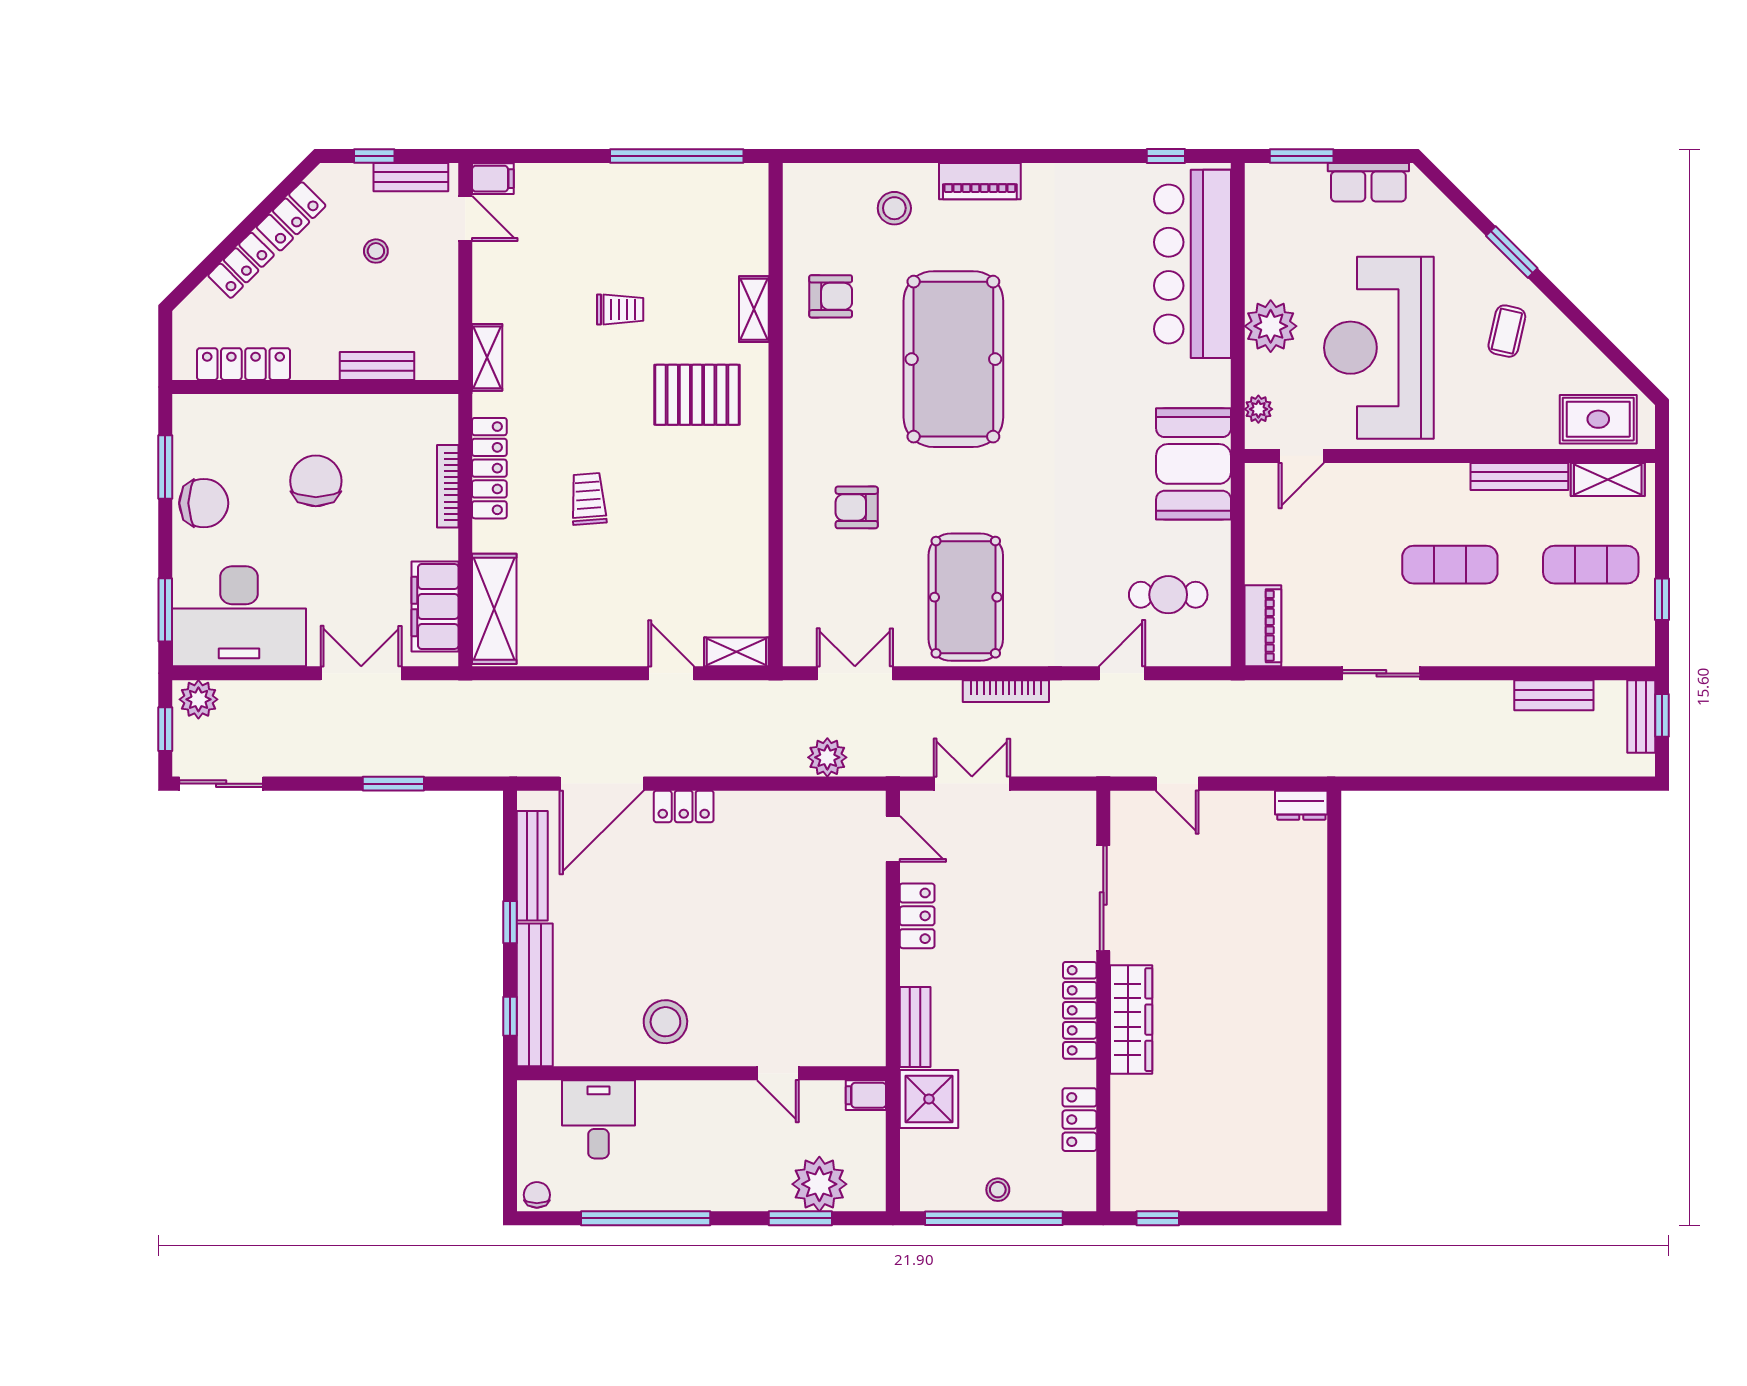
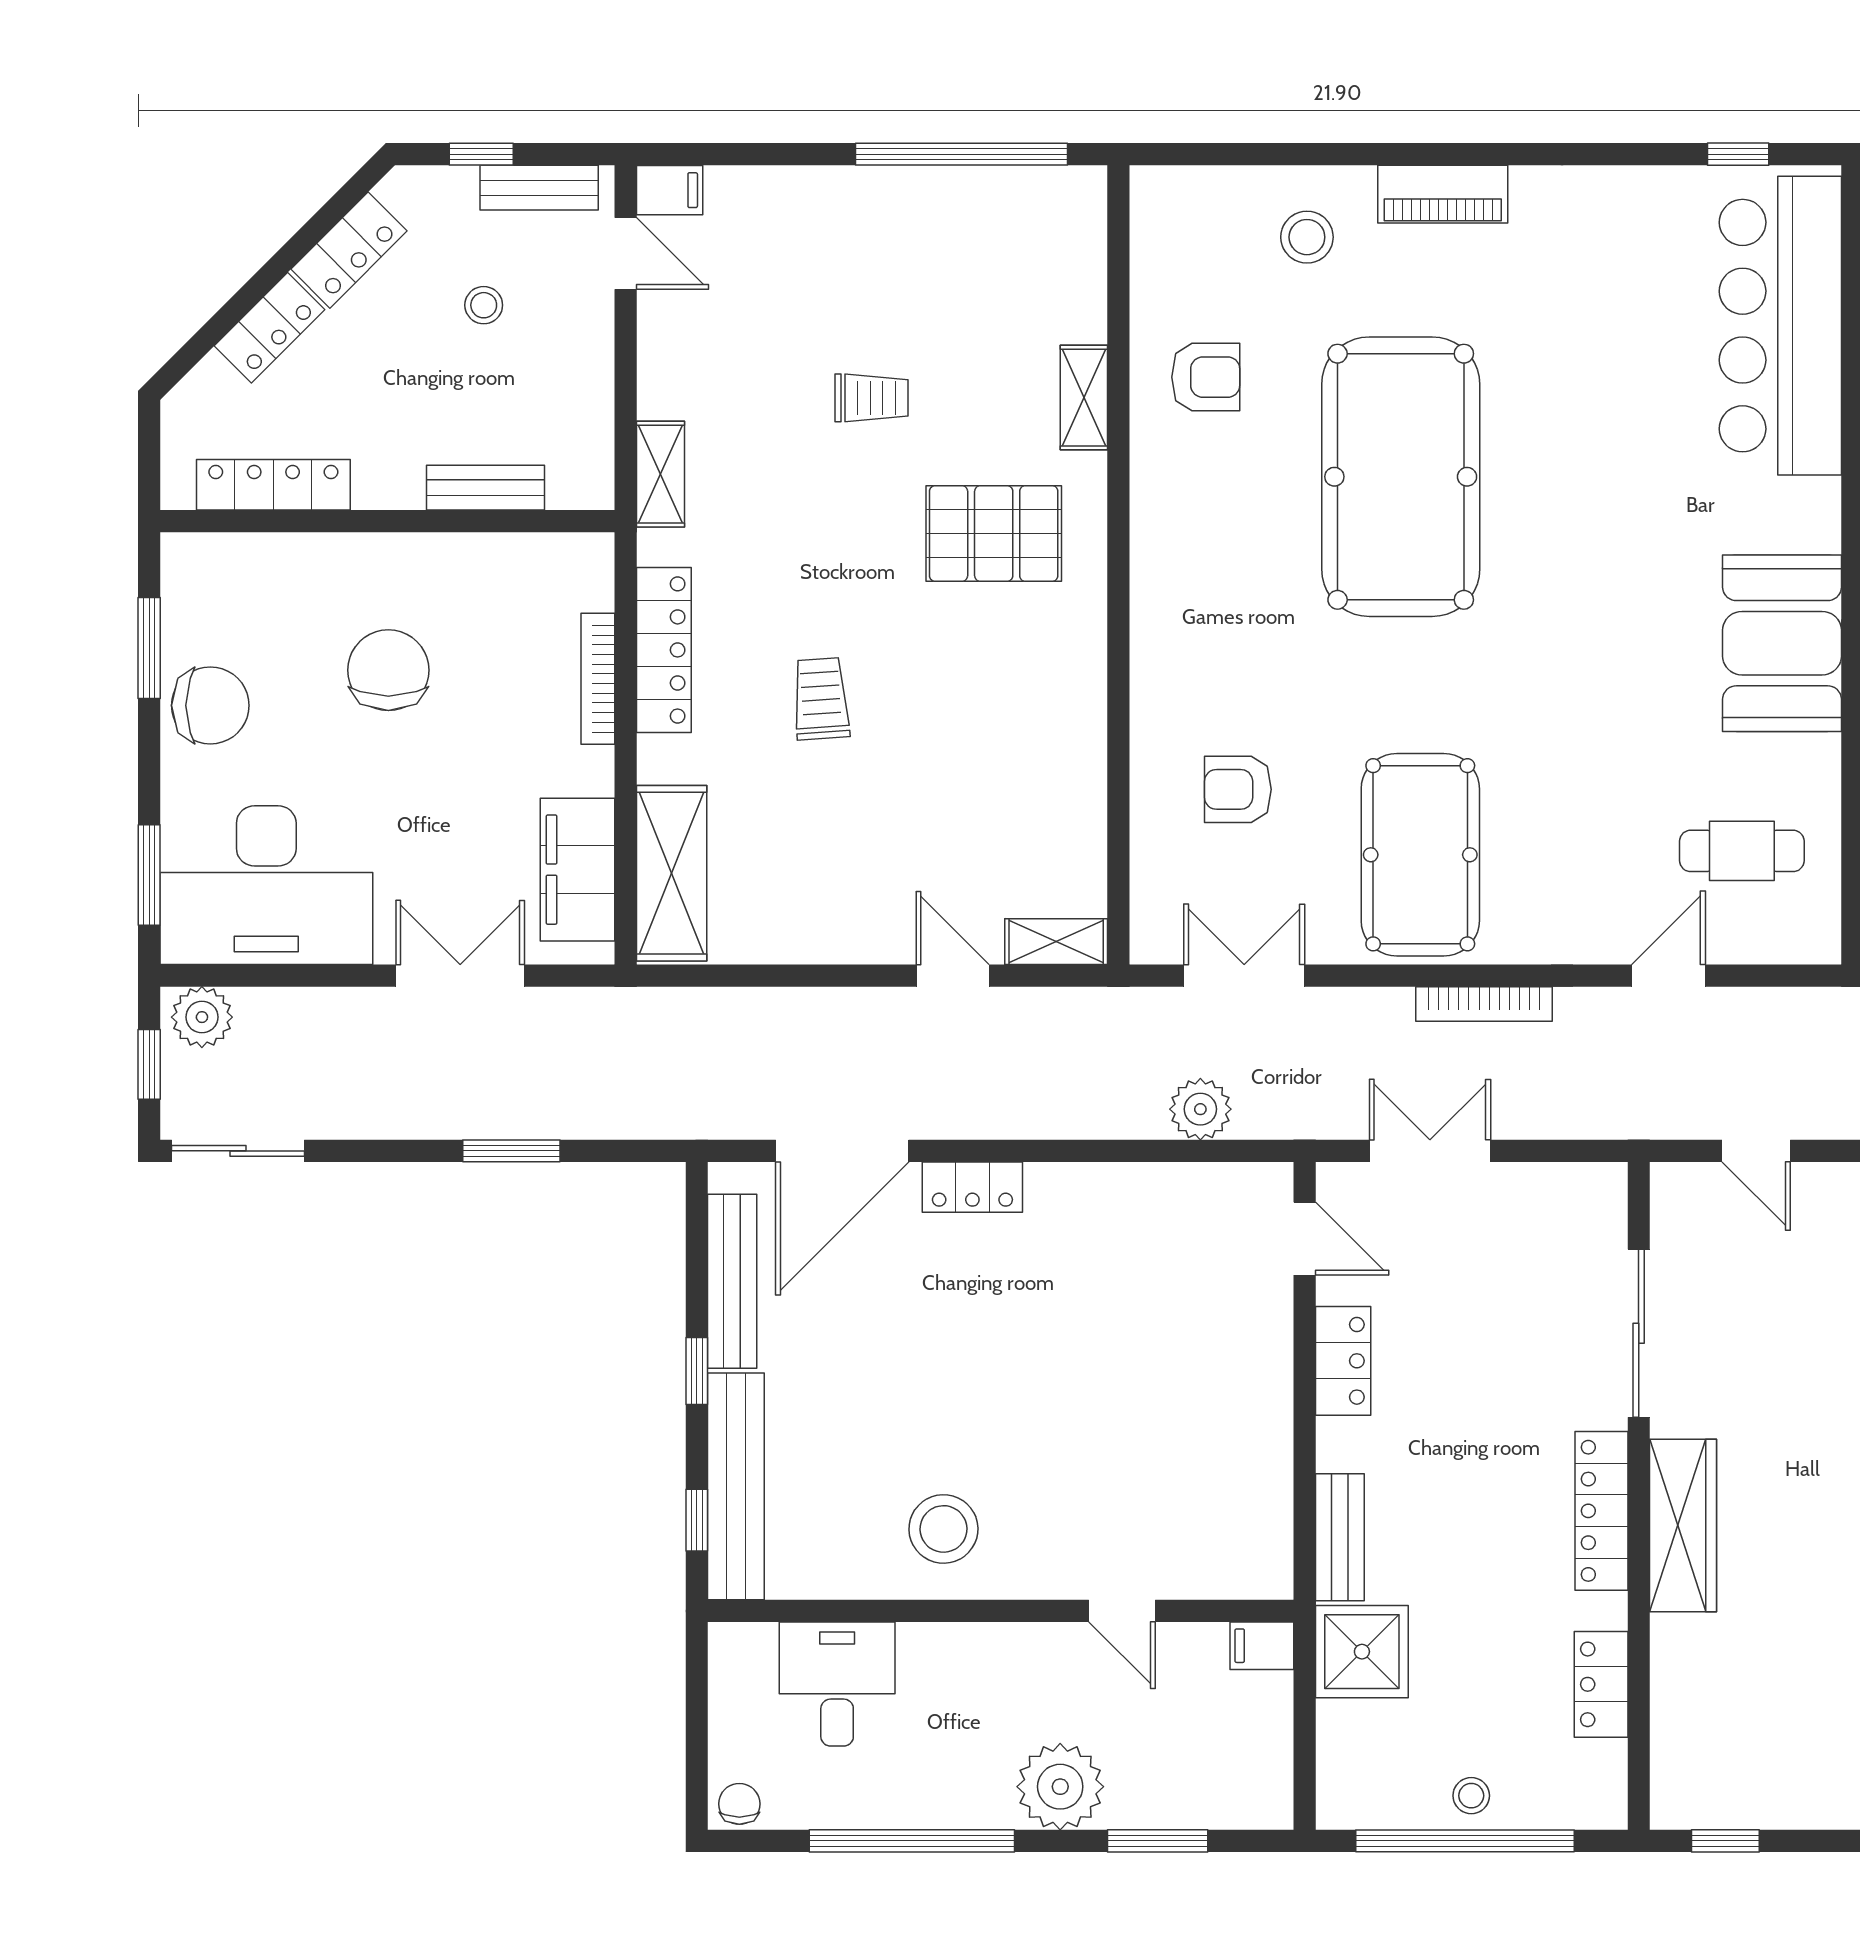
armchair: (857, 507) -> (1238, 789), moved
plant: (819, 1184) -> (1060, 1787), moved

